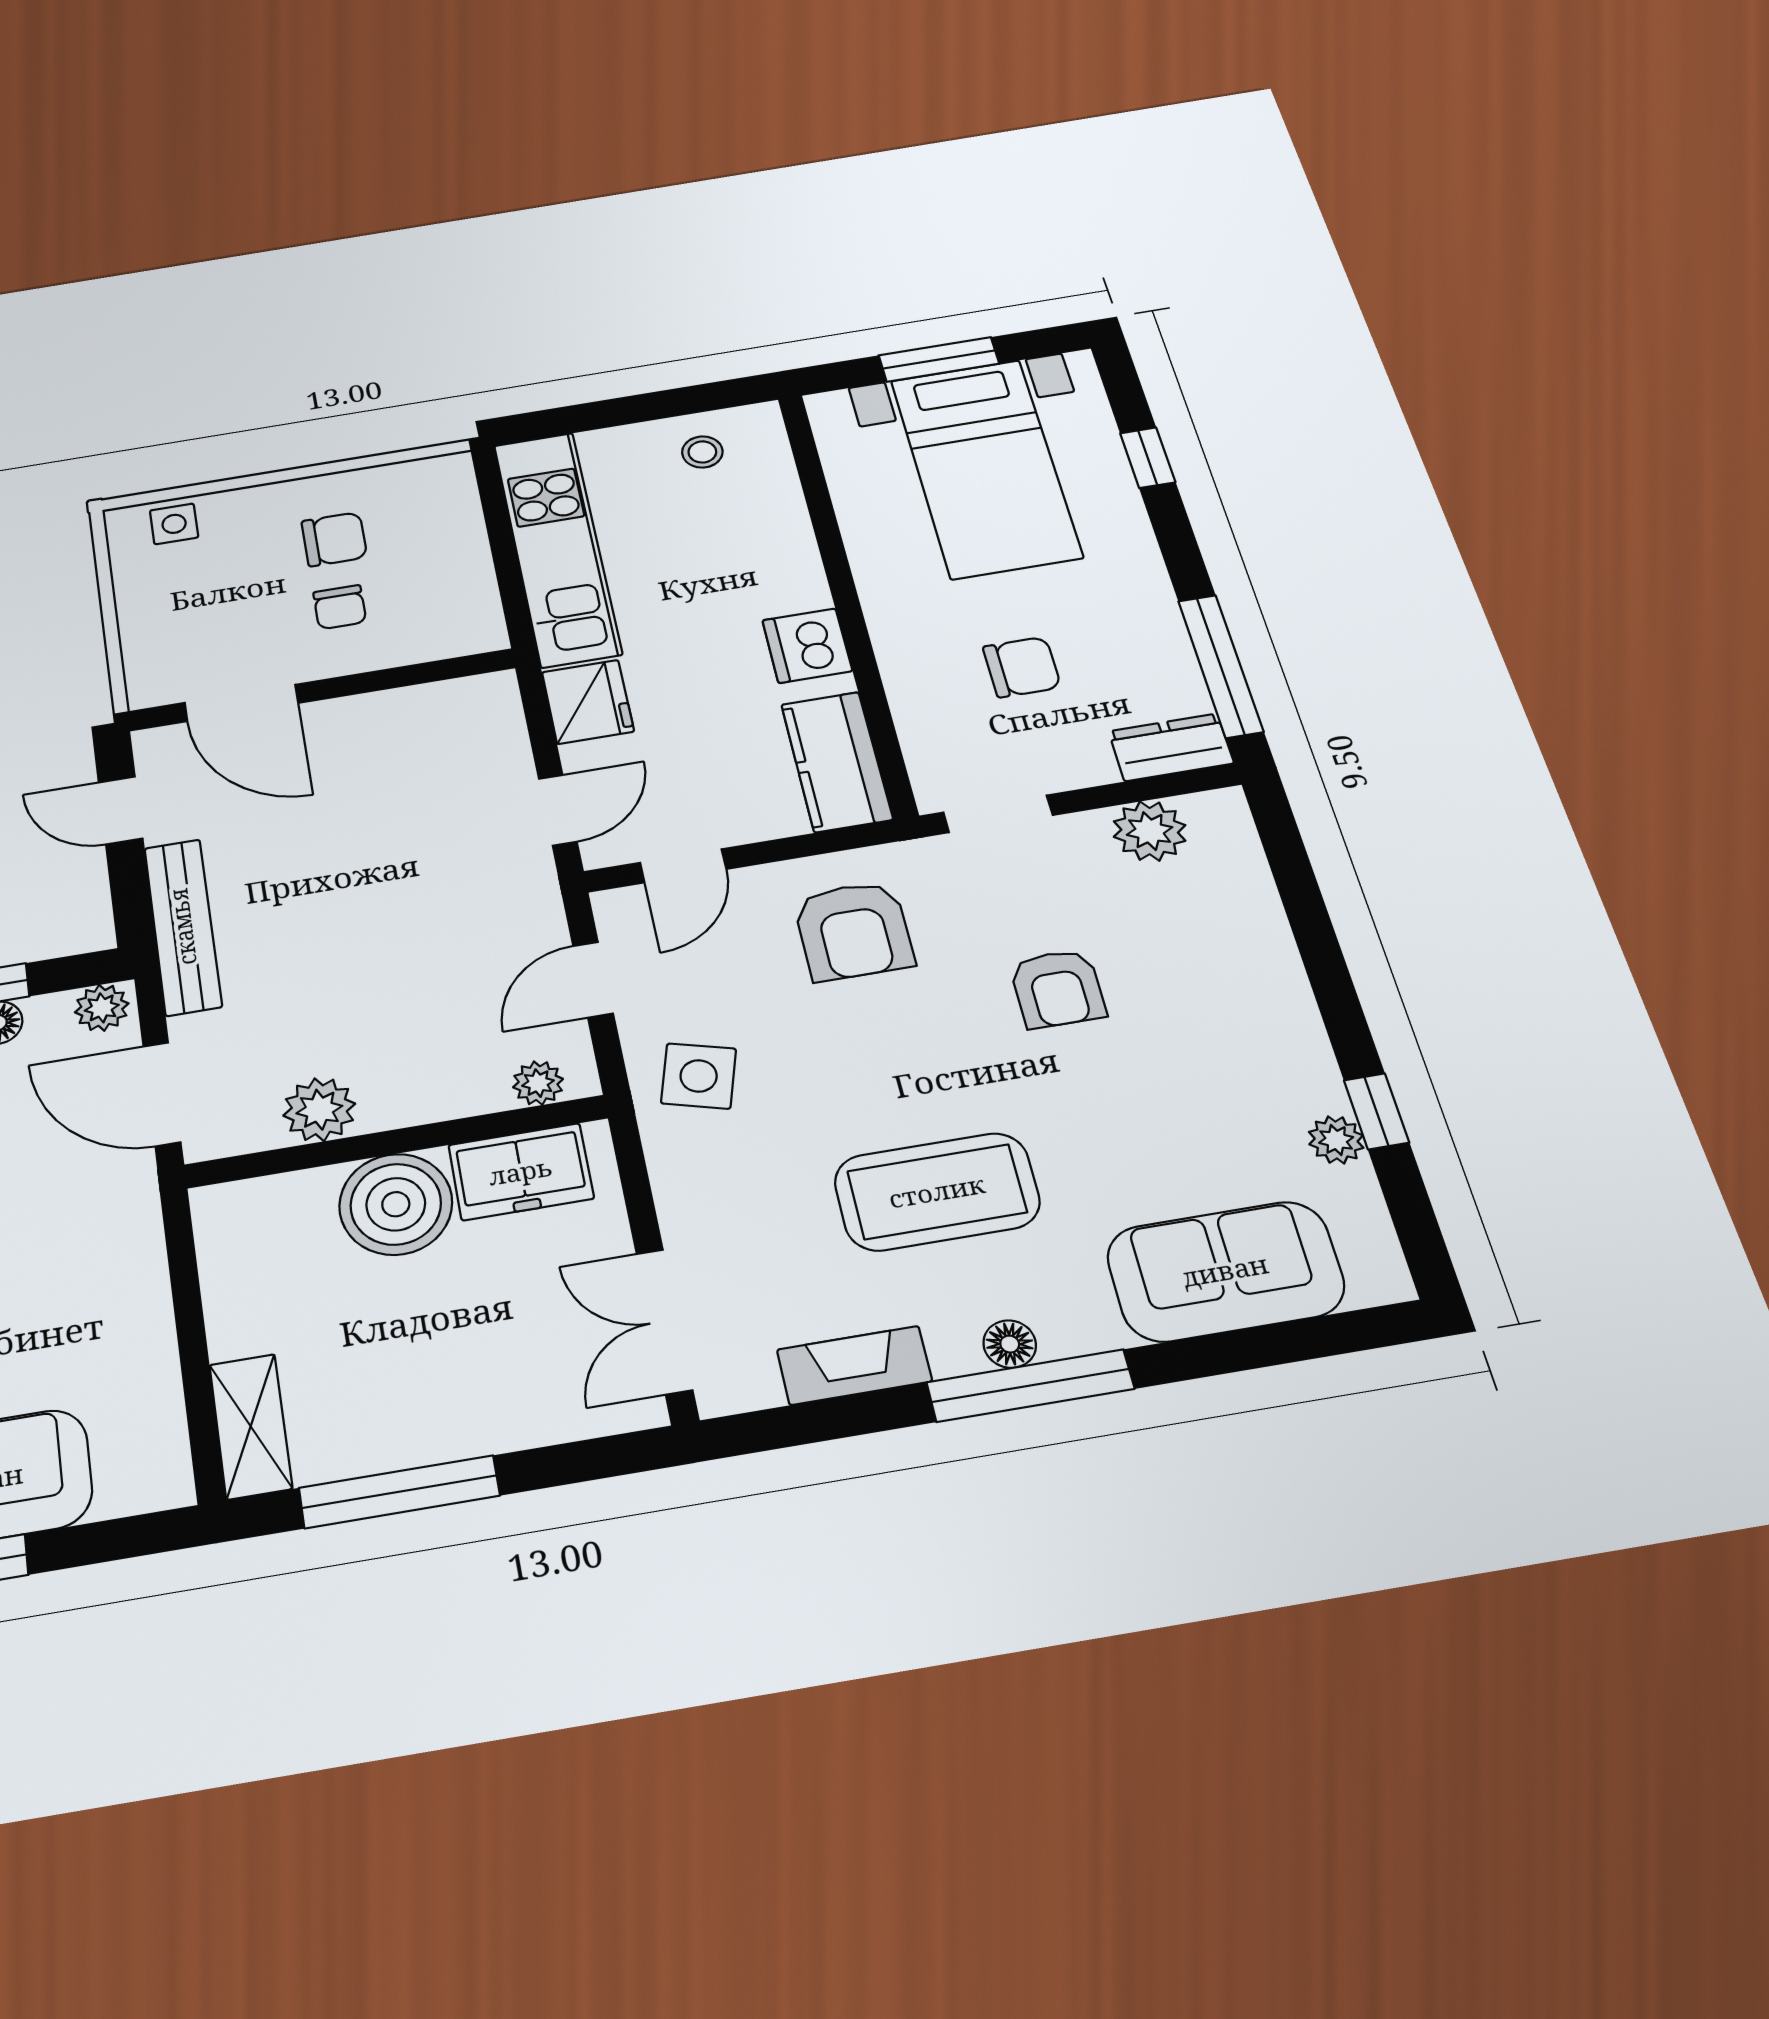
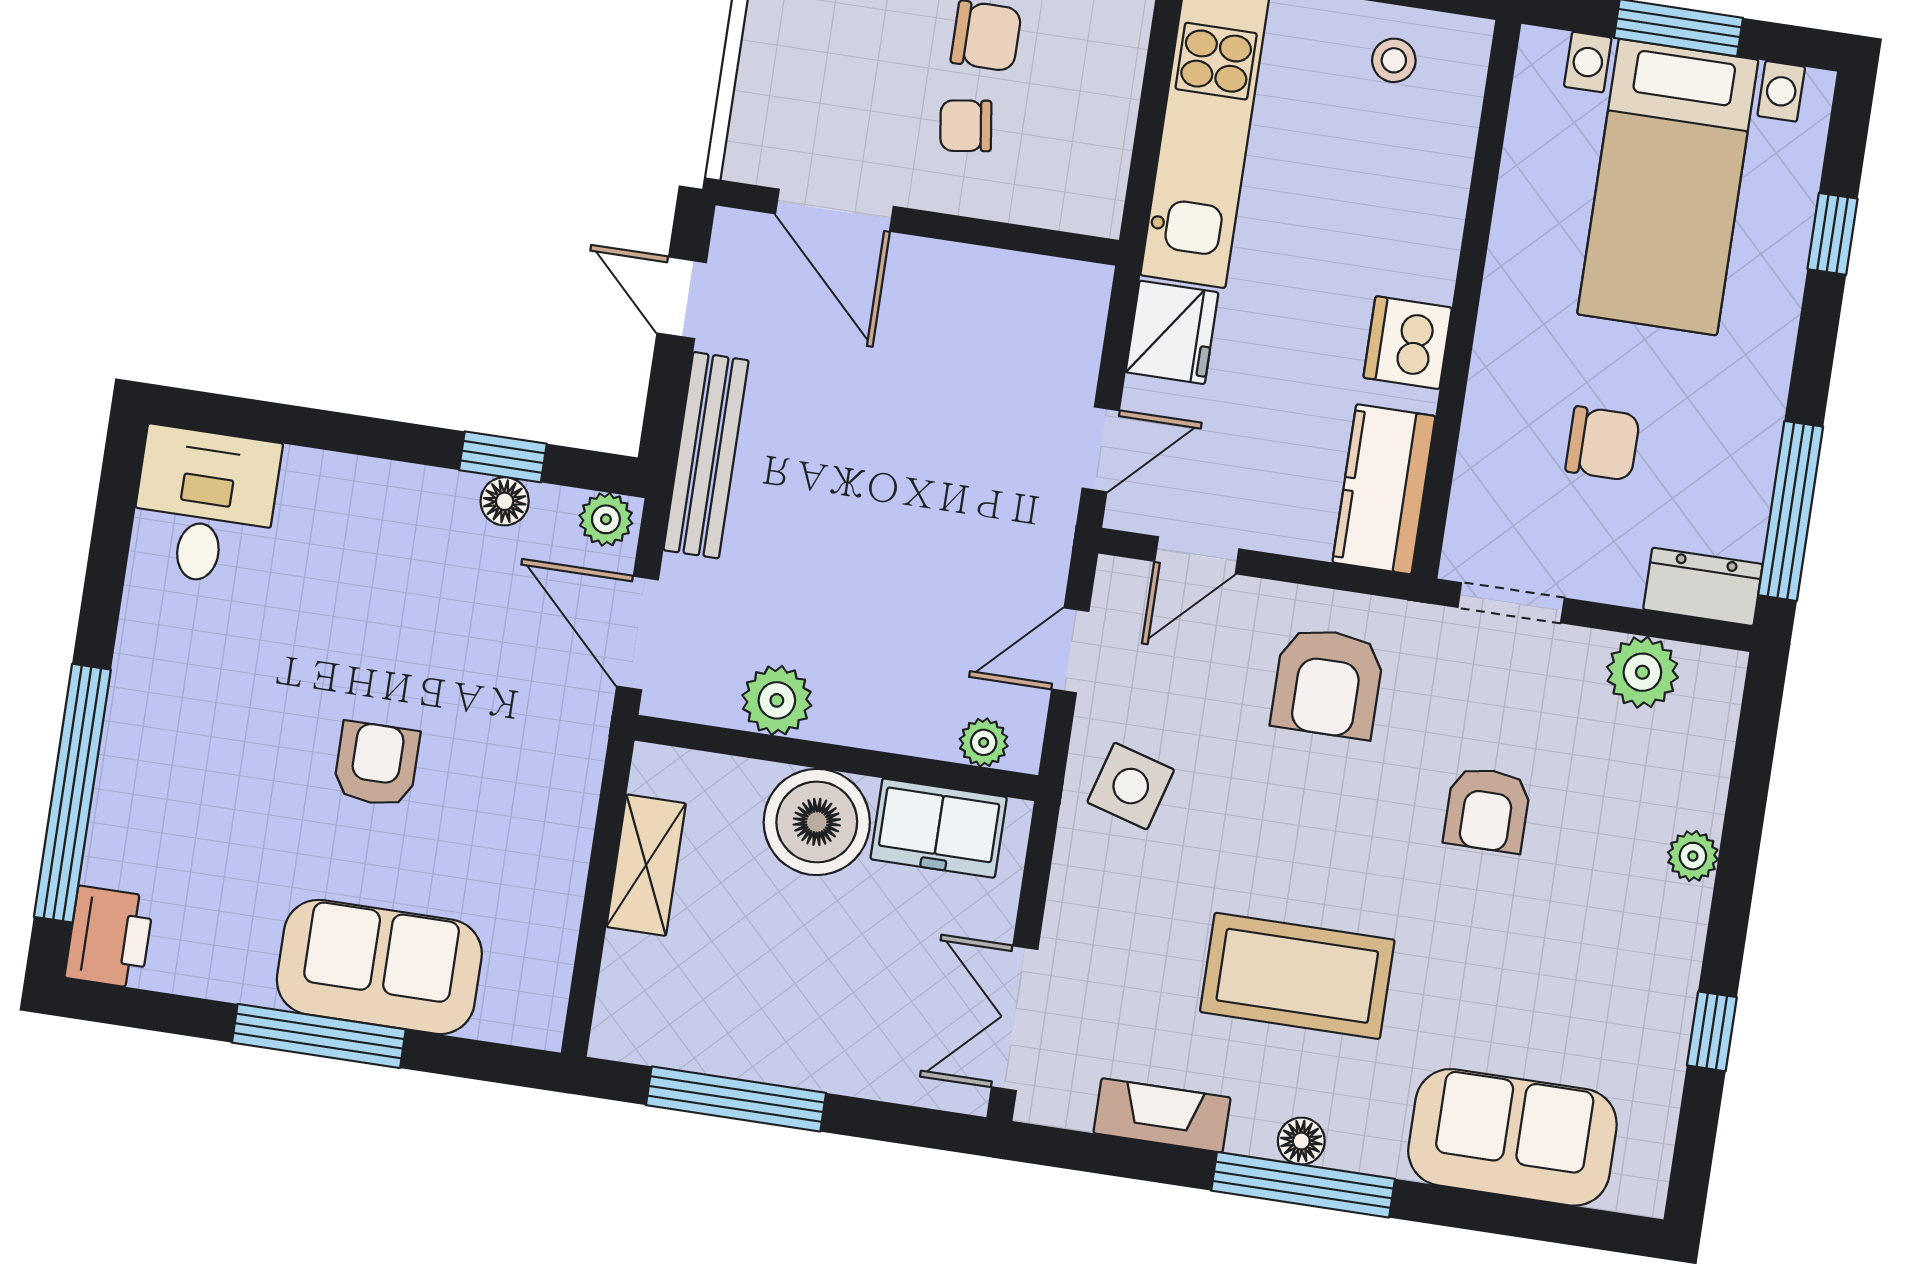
chair: (340, 607) -> (966, 126), turned 82
plant: (1336, 1140) -> (1693, 856), moved
shelving: (251, 1426) -> (646, 865), moved

